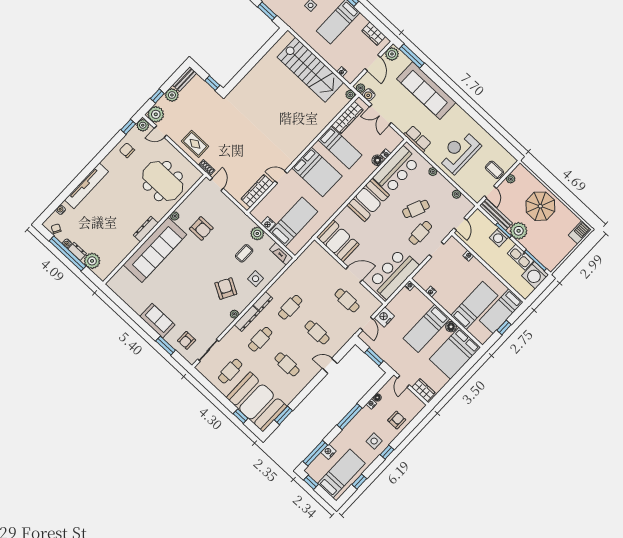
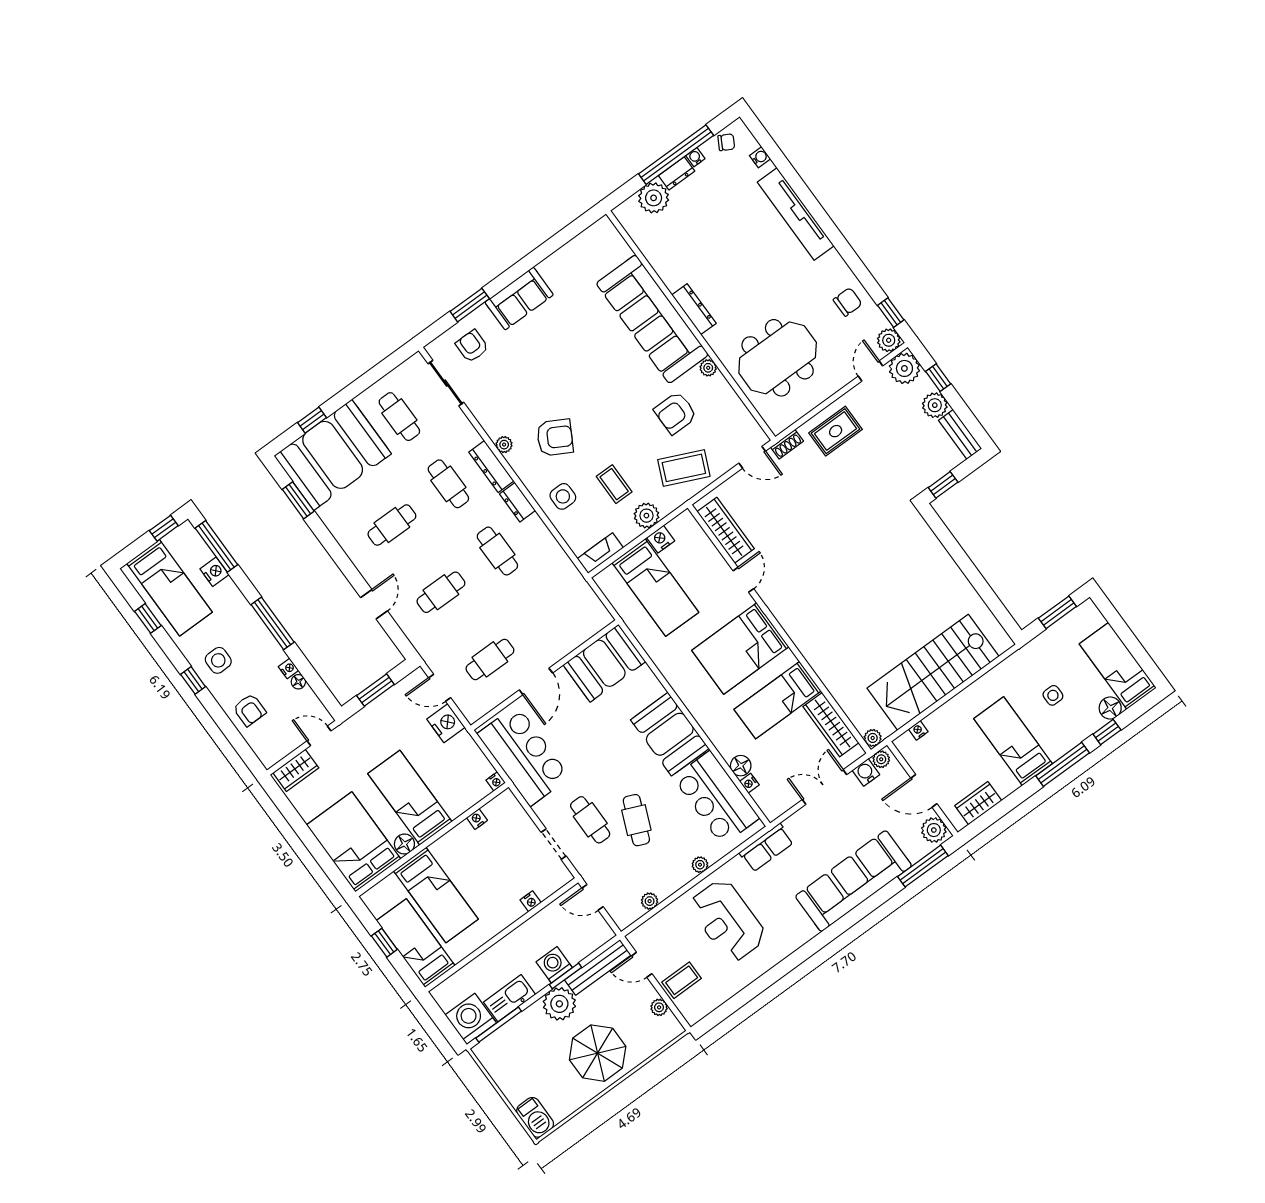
reception desk: (459, 152) -> (728, 921), turned 180
coffee table: (229, 219) -> (684, 468), added

